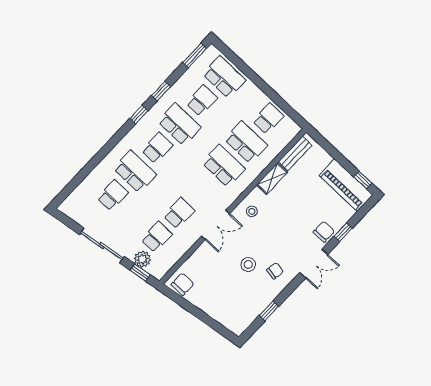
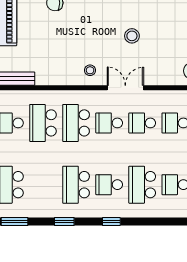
school desk: (202, 101) -> (109, 123), moved
window: (139, 115) -> (111, 221), moved
shelving: (272, 179) -> (52, 78), removed
chair: (275, 271) -> (118, 12), removed

